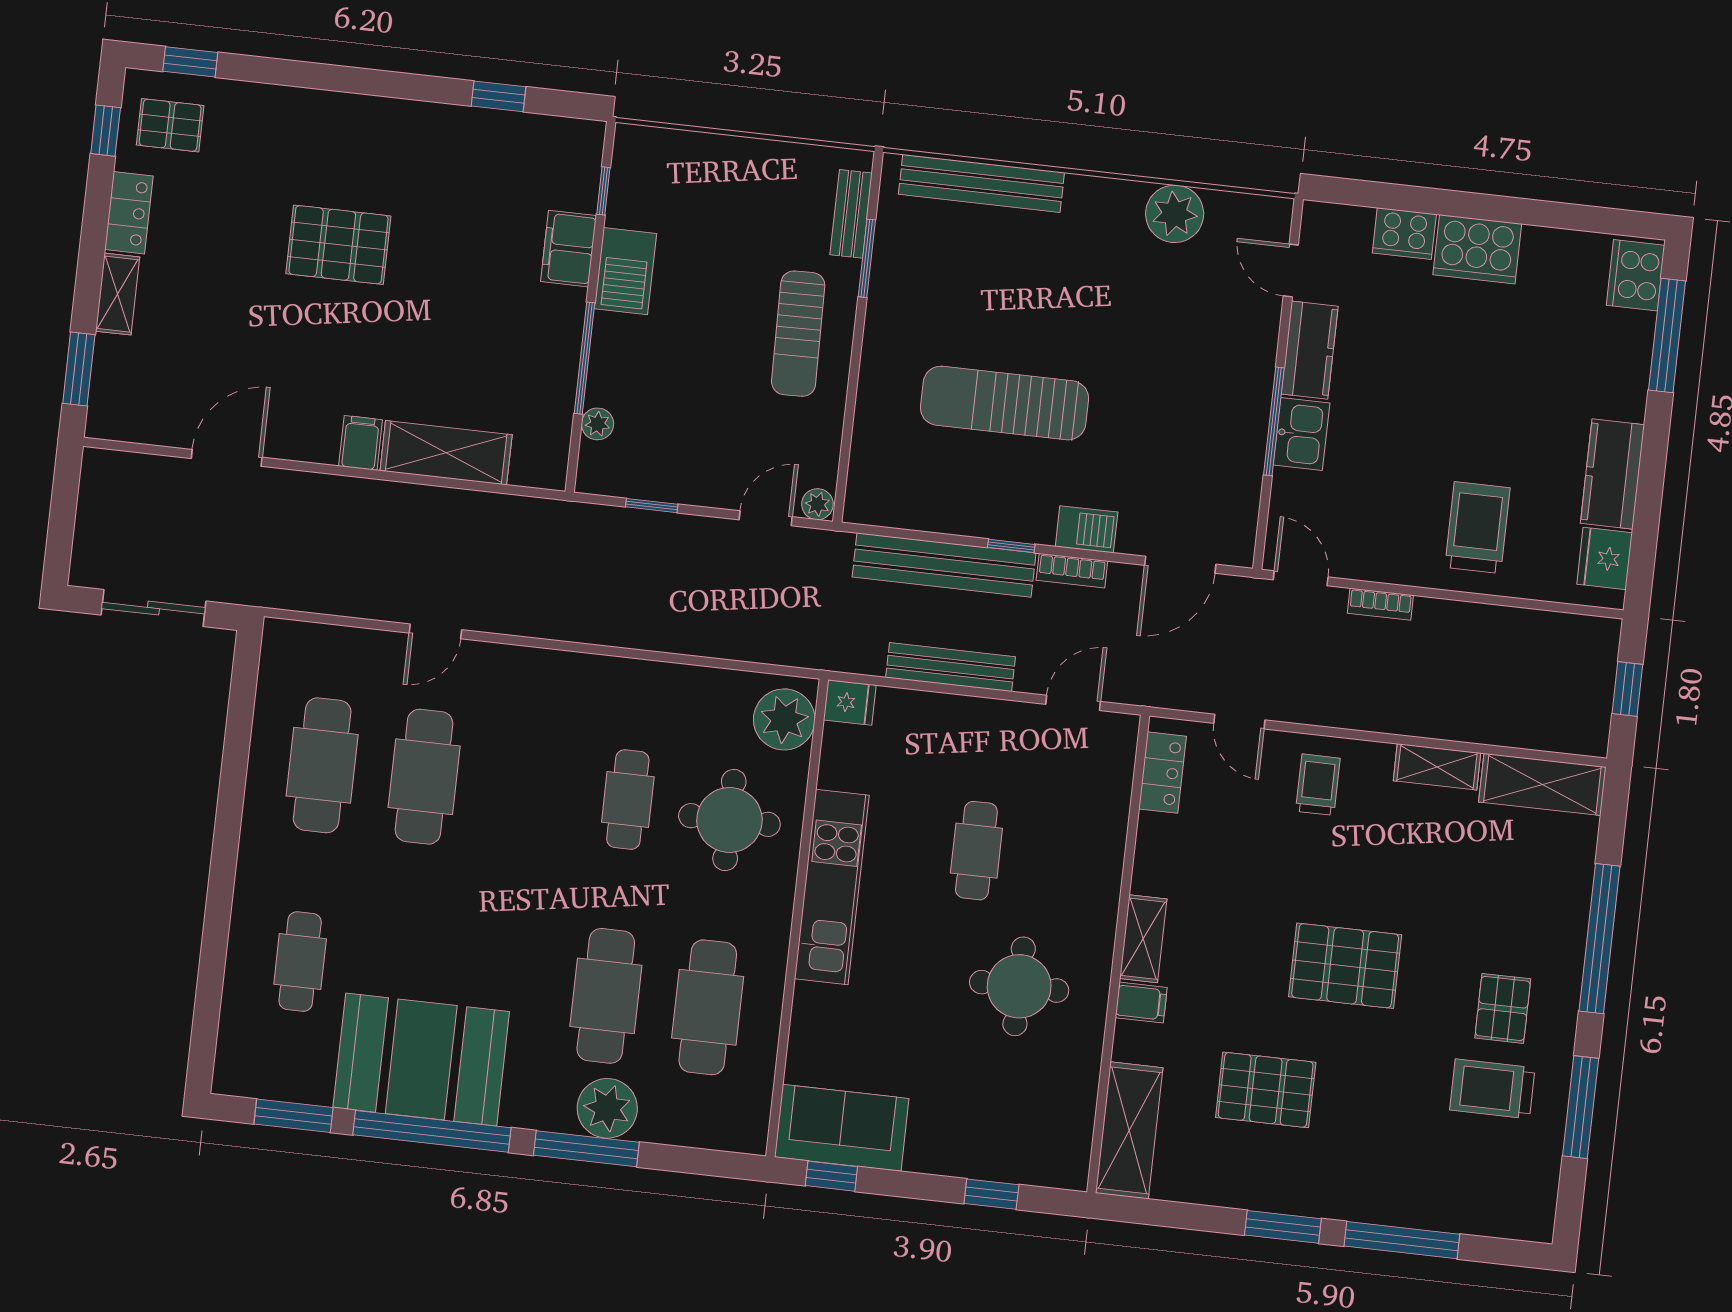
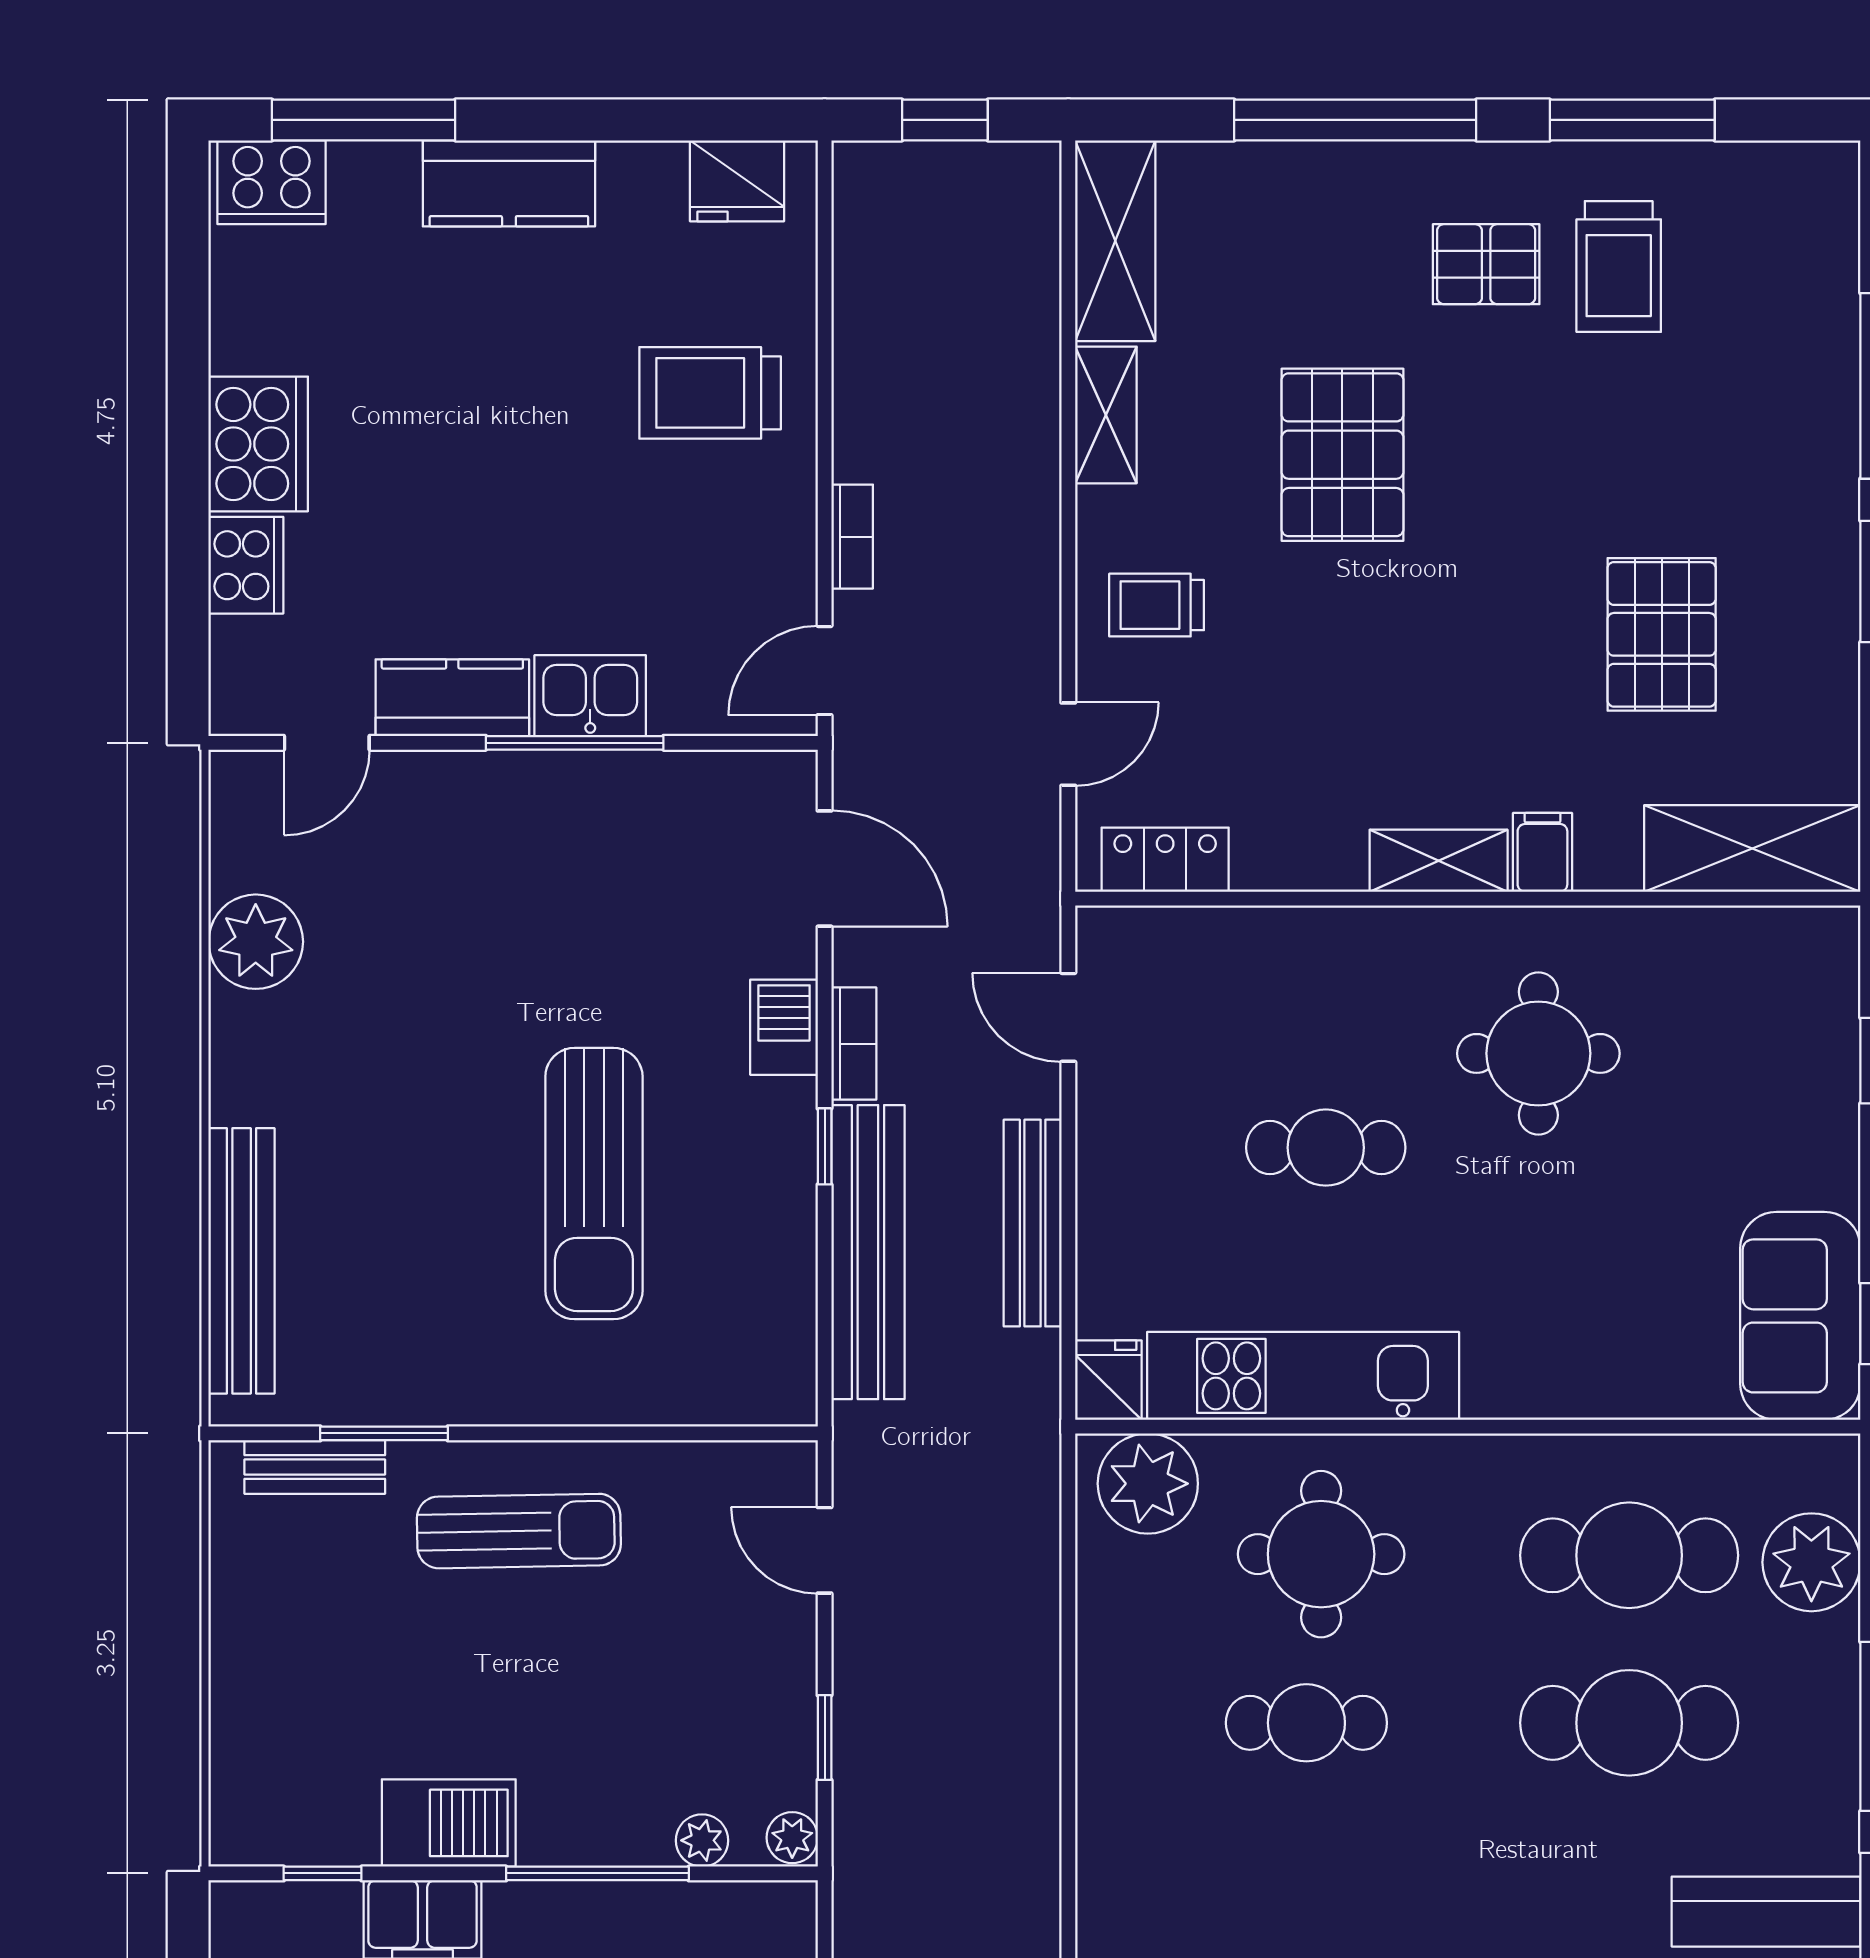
kitchen counter: (1613, 474) -> (509, 183), moved
plant: (817, 504) -> (792, 1838), moved
kitchen unit: (832, 887) -> (1303, 1376), moved
pallet: (1345, 966) -> (1342, 455), moved
plant: (607, 1108) -> (1811, 1562), moved

